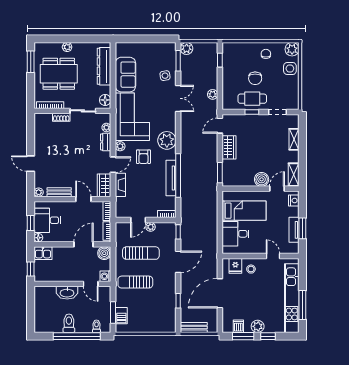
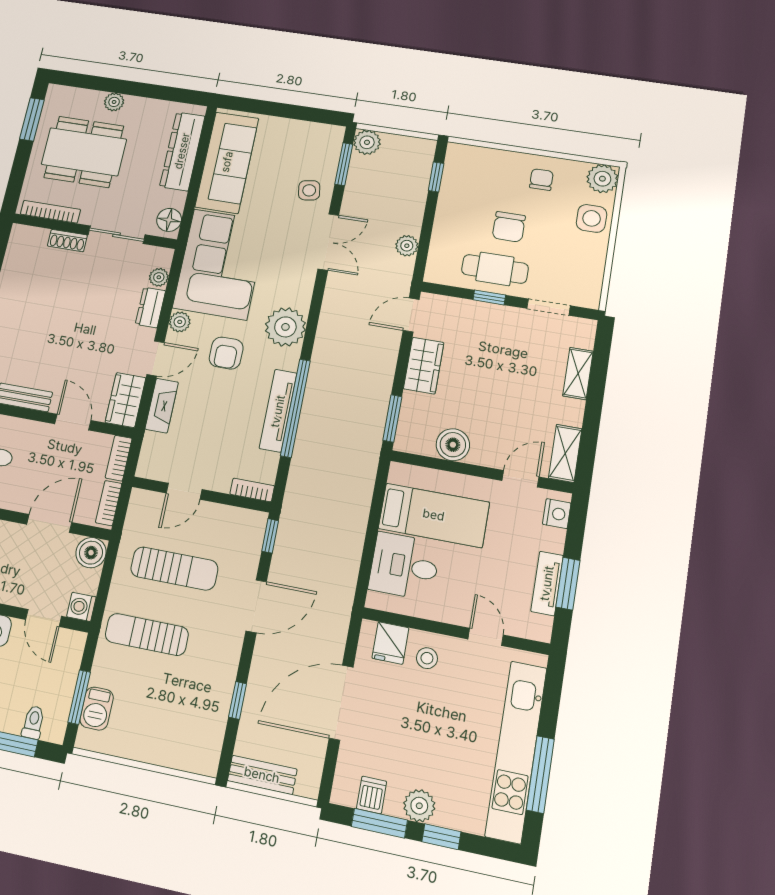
sofa: (125, 75) -> (227, 162), width x1.36
boiler: (262, 179) -> (453, 445), moved
plant: (151, 227) -> (209, 512), removed

